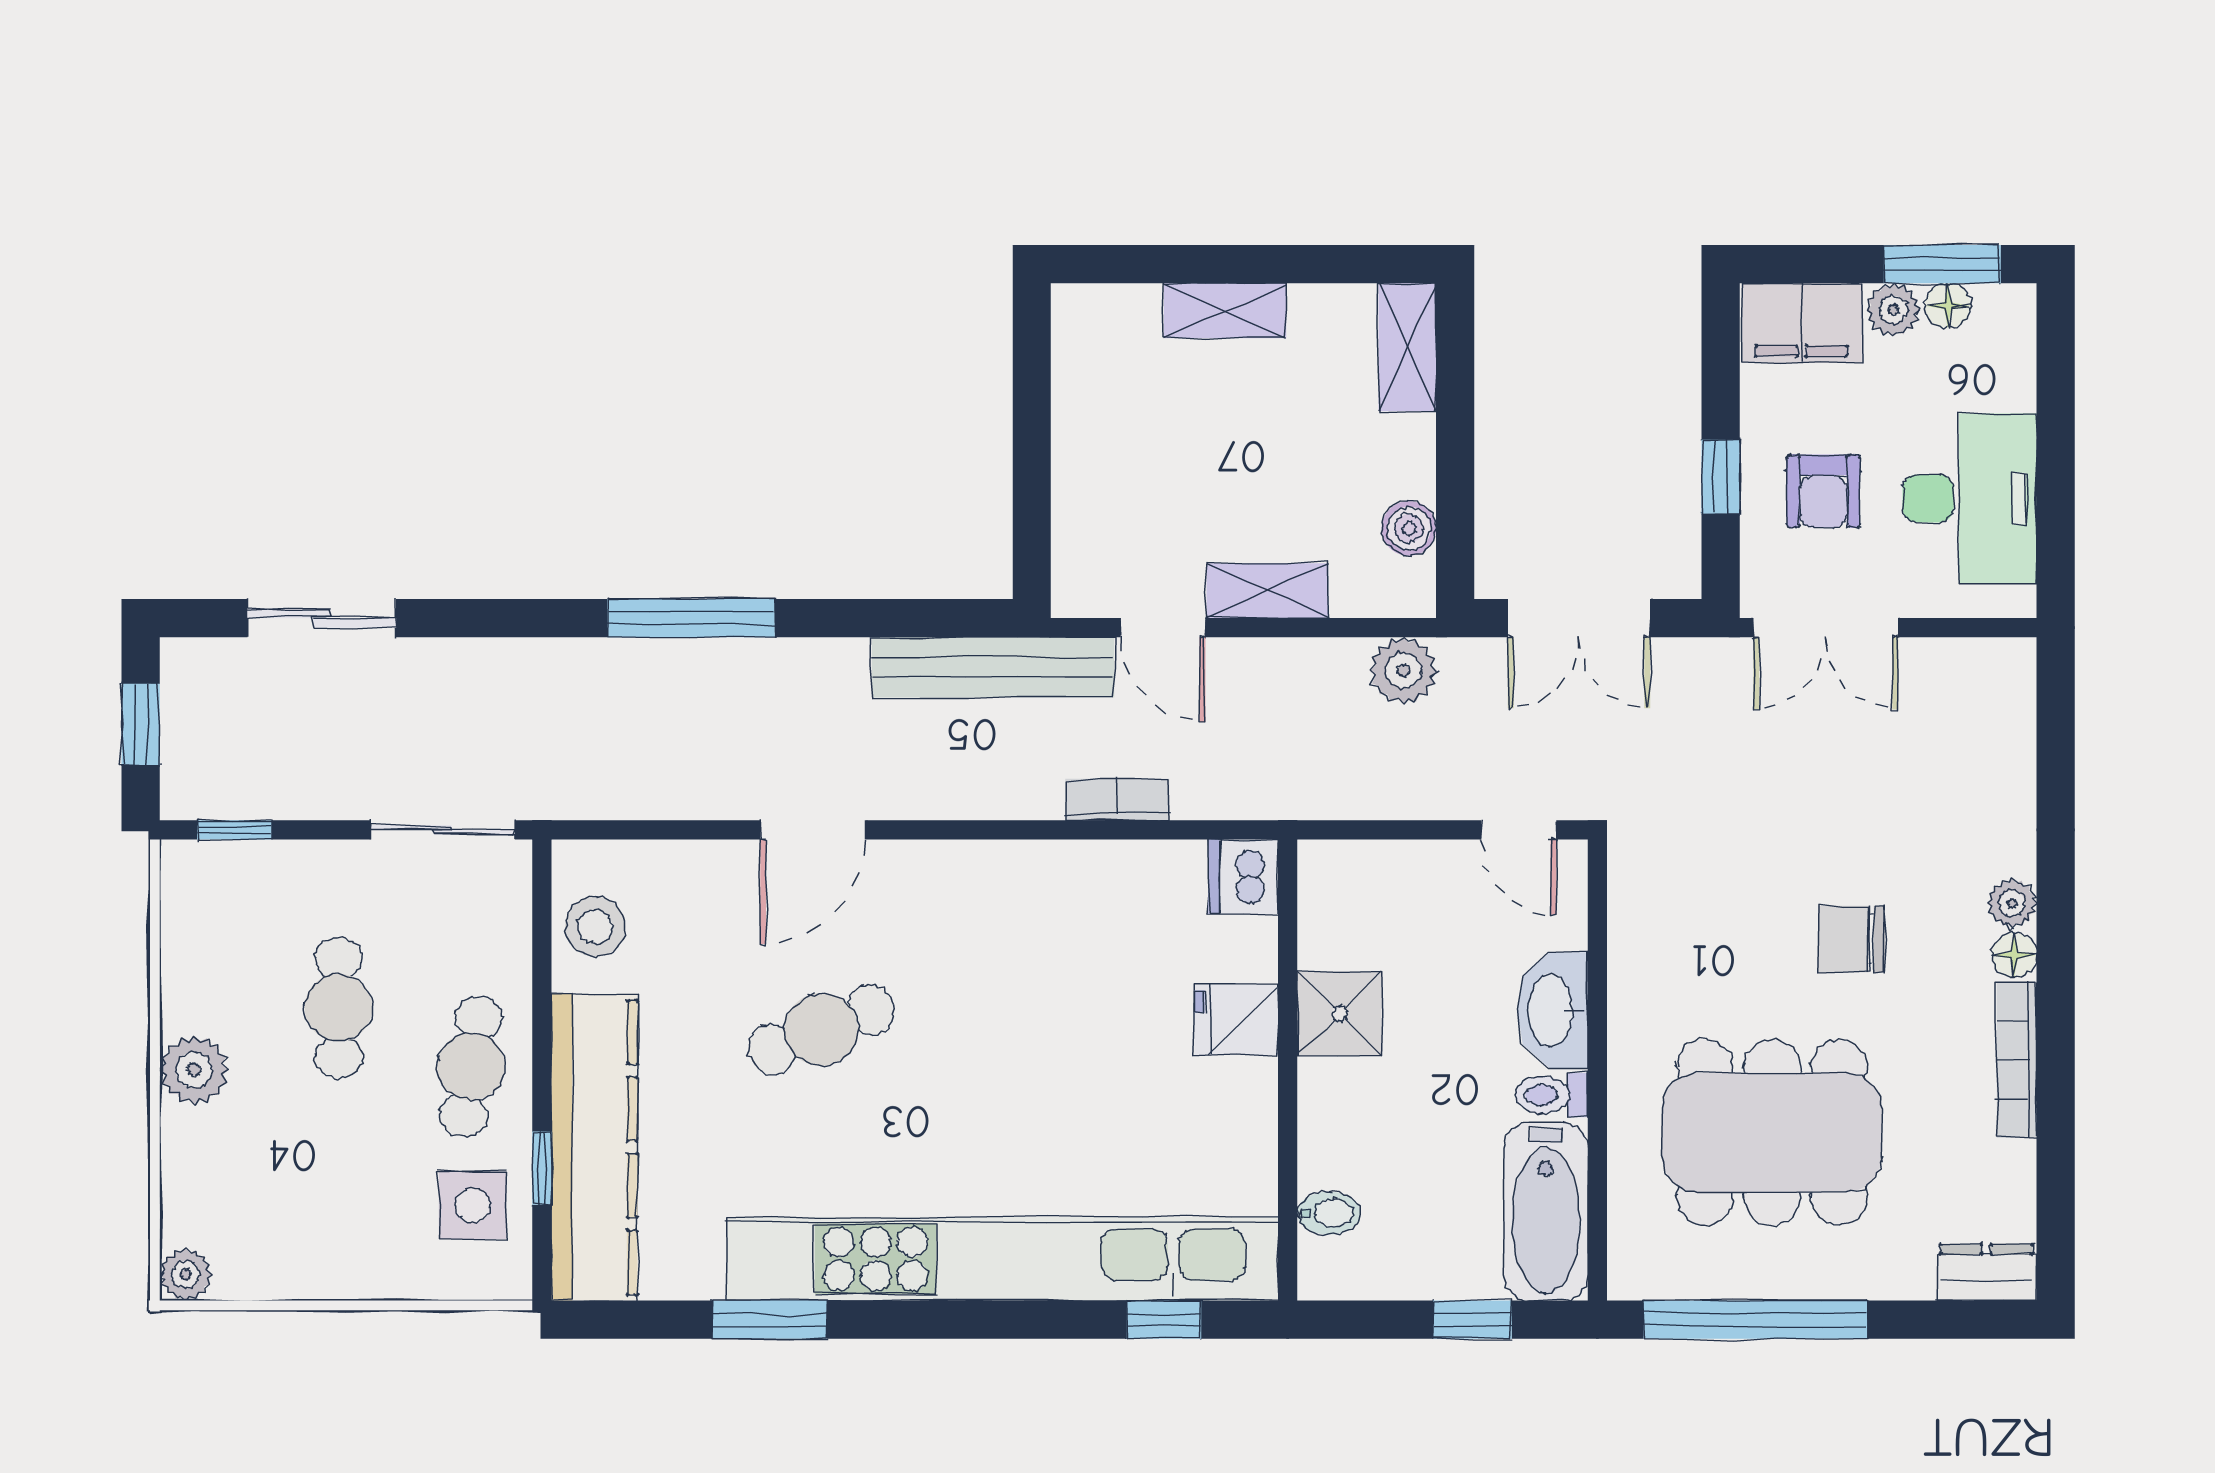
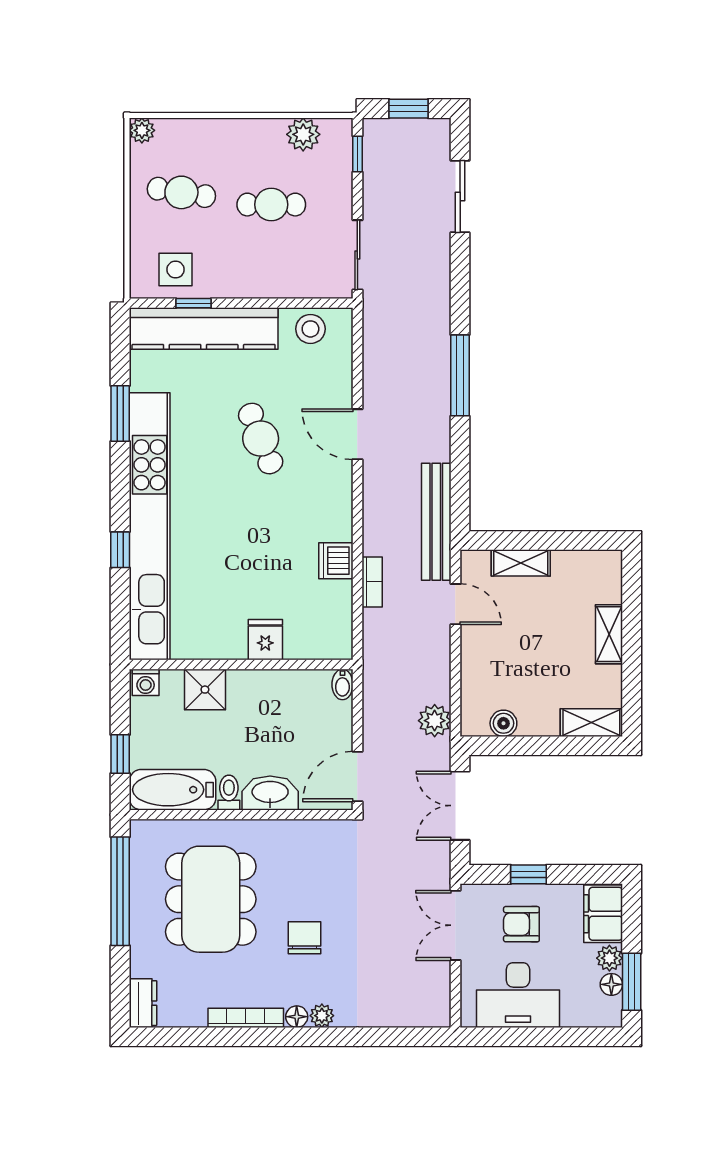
shelving: (1267, 591) -> (521, 563), moved, turned 90
door: (1163, 628) -> (455, 604), swing flipped
door: (1519, 830) -> (357, 776), width x1.37
dishwasher: (1243, 877) -> (336, 561), moved, turned -90
shower: (1339, 1013) -> (205, 690), moved
cafe table: (471, 1066) -> (181, 192), moved
plant: (194, 1070) -> (303, 134), moved
bidet: (1329, 1213) -> (342, 684), moved
washing machine: (1324, 1267) -> (146, 682), added
window: (1164, 1320) -> (120, 550), moved

